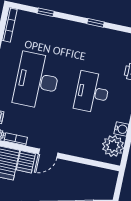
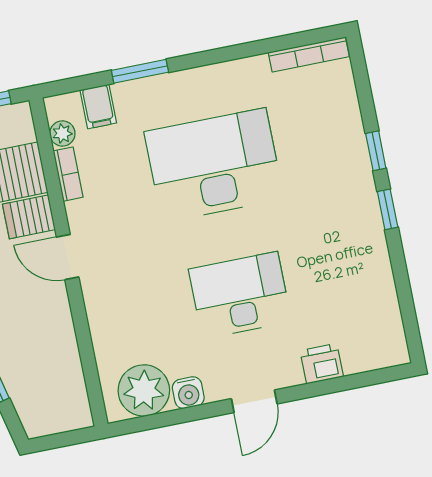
window: (46, 12) -> (376, 151), moved
window: (96, 23) -> (388, 209), moved

